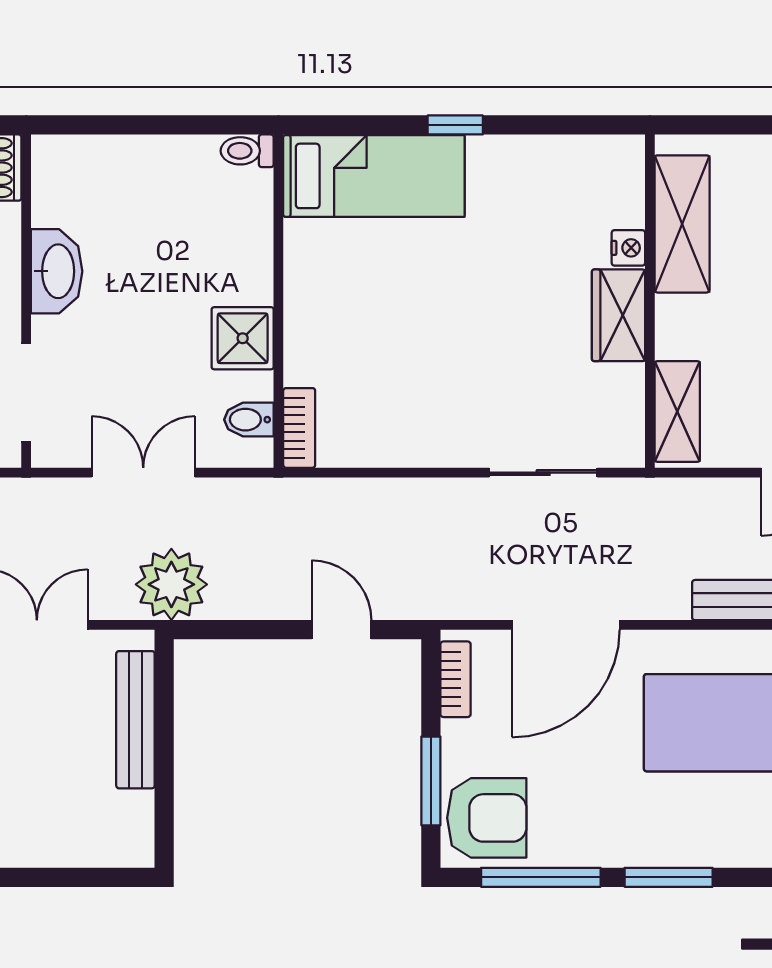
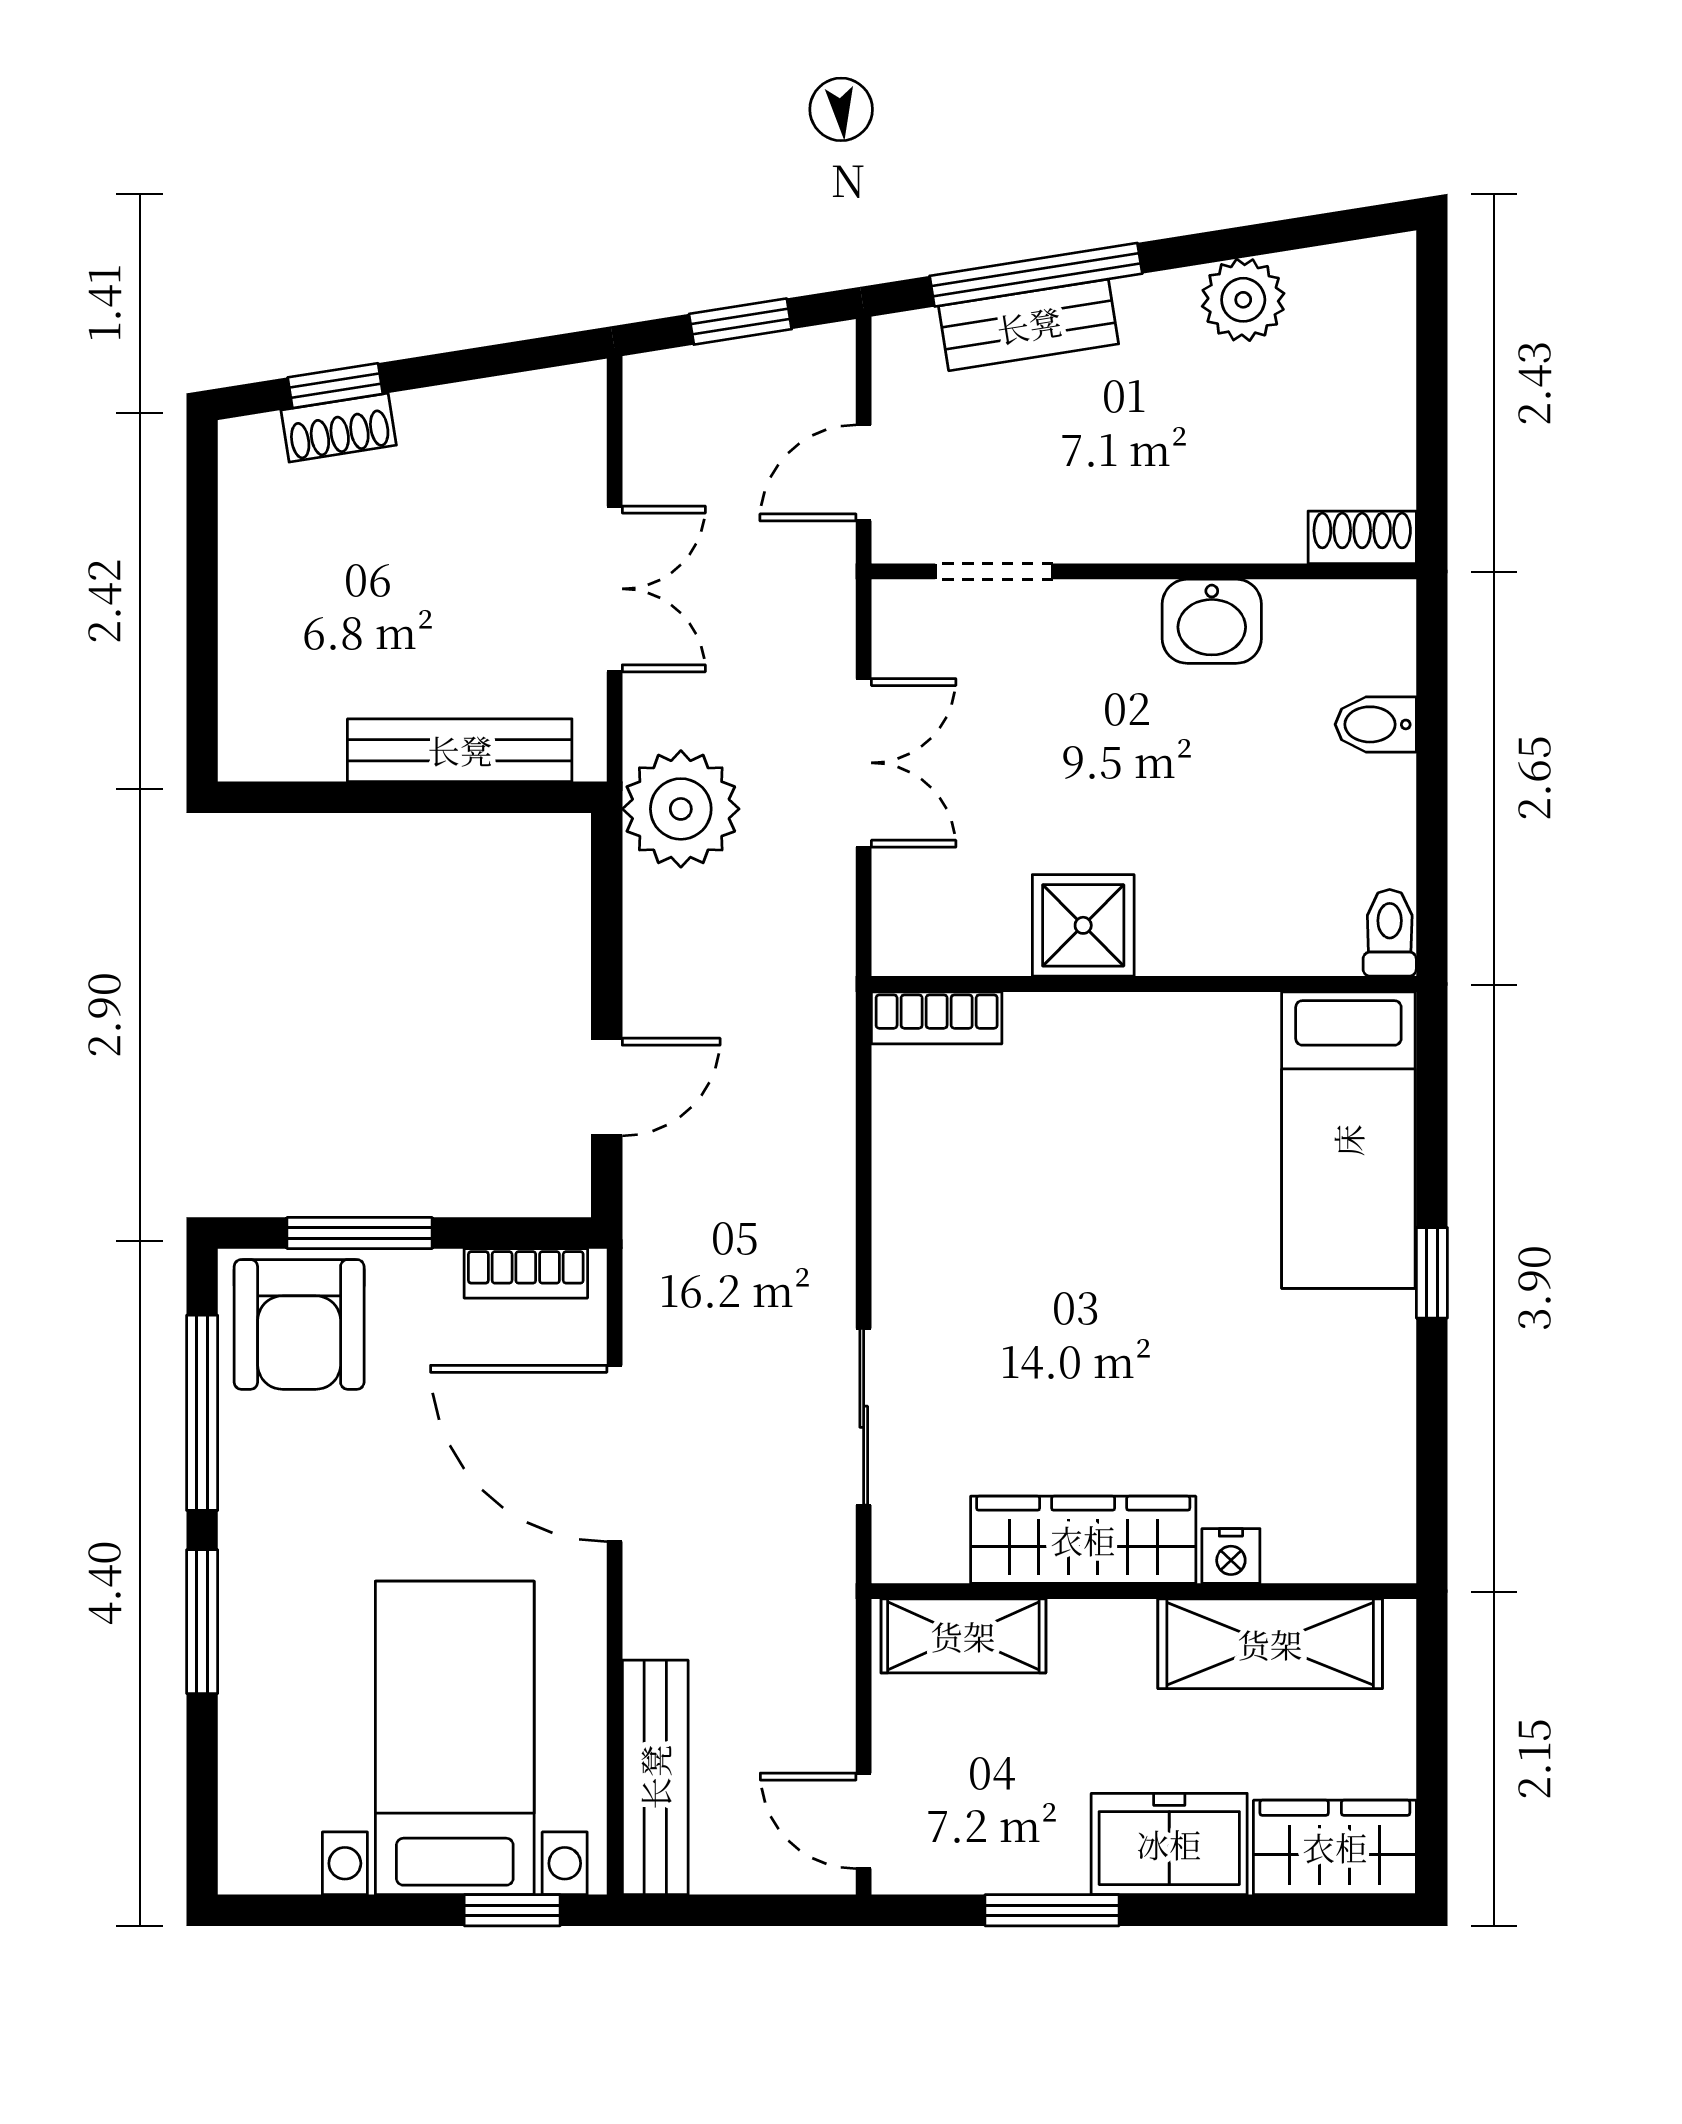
washbasin: (57, 271) -> (1212, 621), width x0.72
wardrobe: (618, 315) -> (1083, 1540), width x1.50
doorway: (26, 393) -> (994, 571), width x0.73
bidet: (249, 420) -> (1376, 724), moved, turned -90

